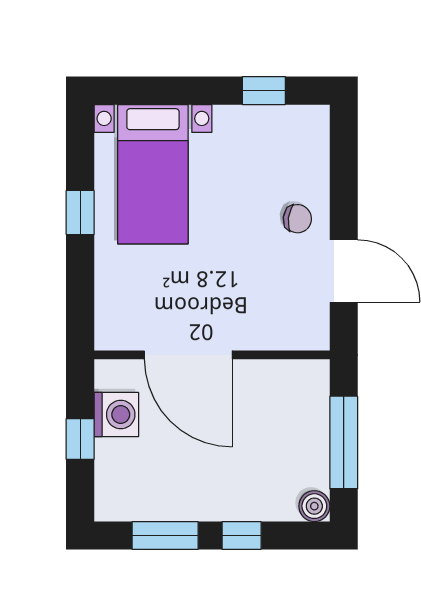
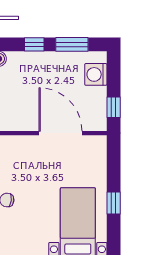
washing machine: (116, 415) -> (96, 74), moved
window: (80, 439) -> (114, 107), moved

